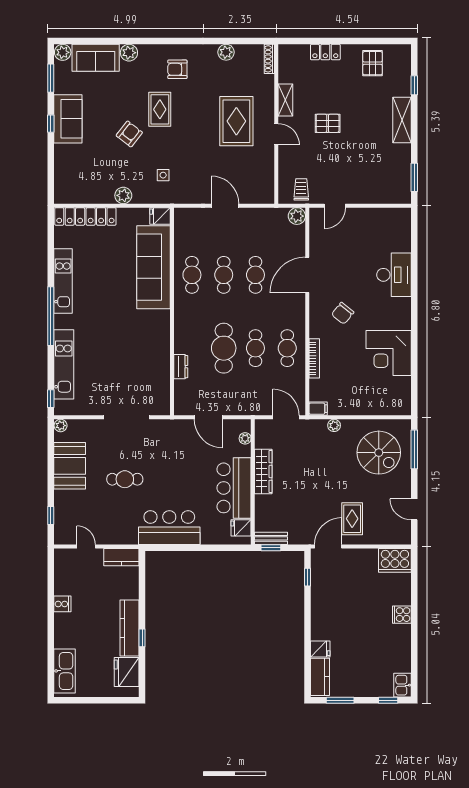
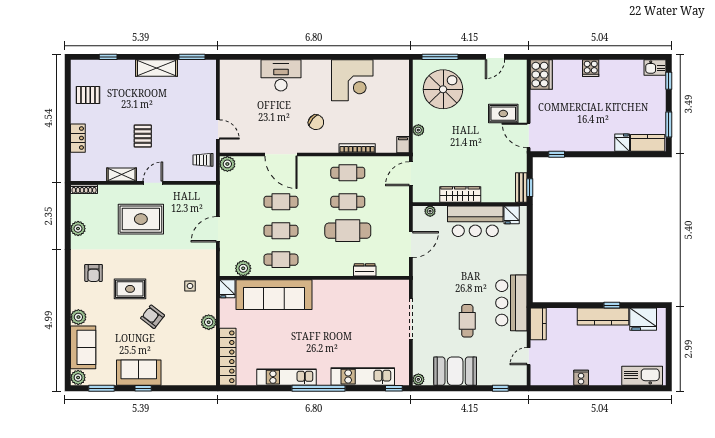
shelving: (402, 120) -> (157, 68), moved
plant: (182, 233) -> (243, 268), added
bar counter: (169, 528) -> (511, 303), moved

